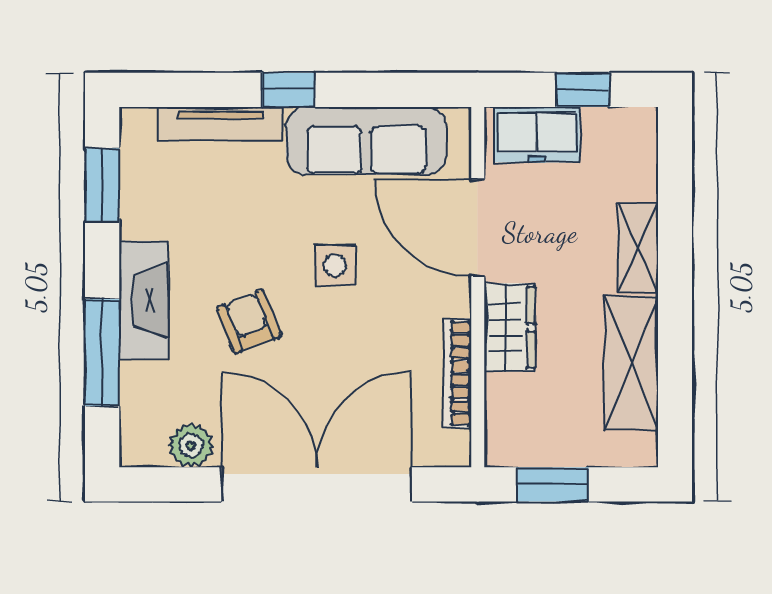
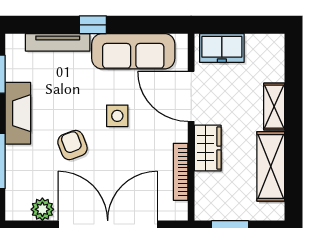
window: (583, 90) -> (246, 25), removed
fireplace: (144, 300) -> (18, 113), moved

